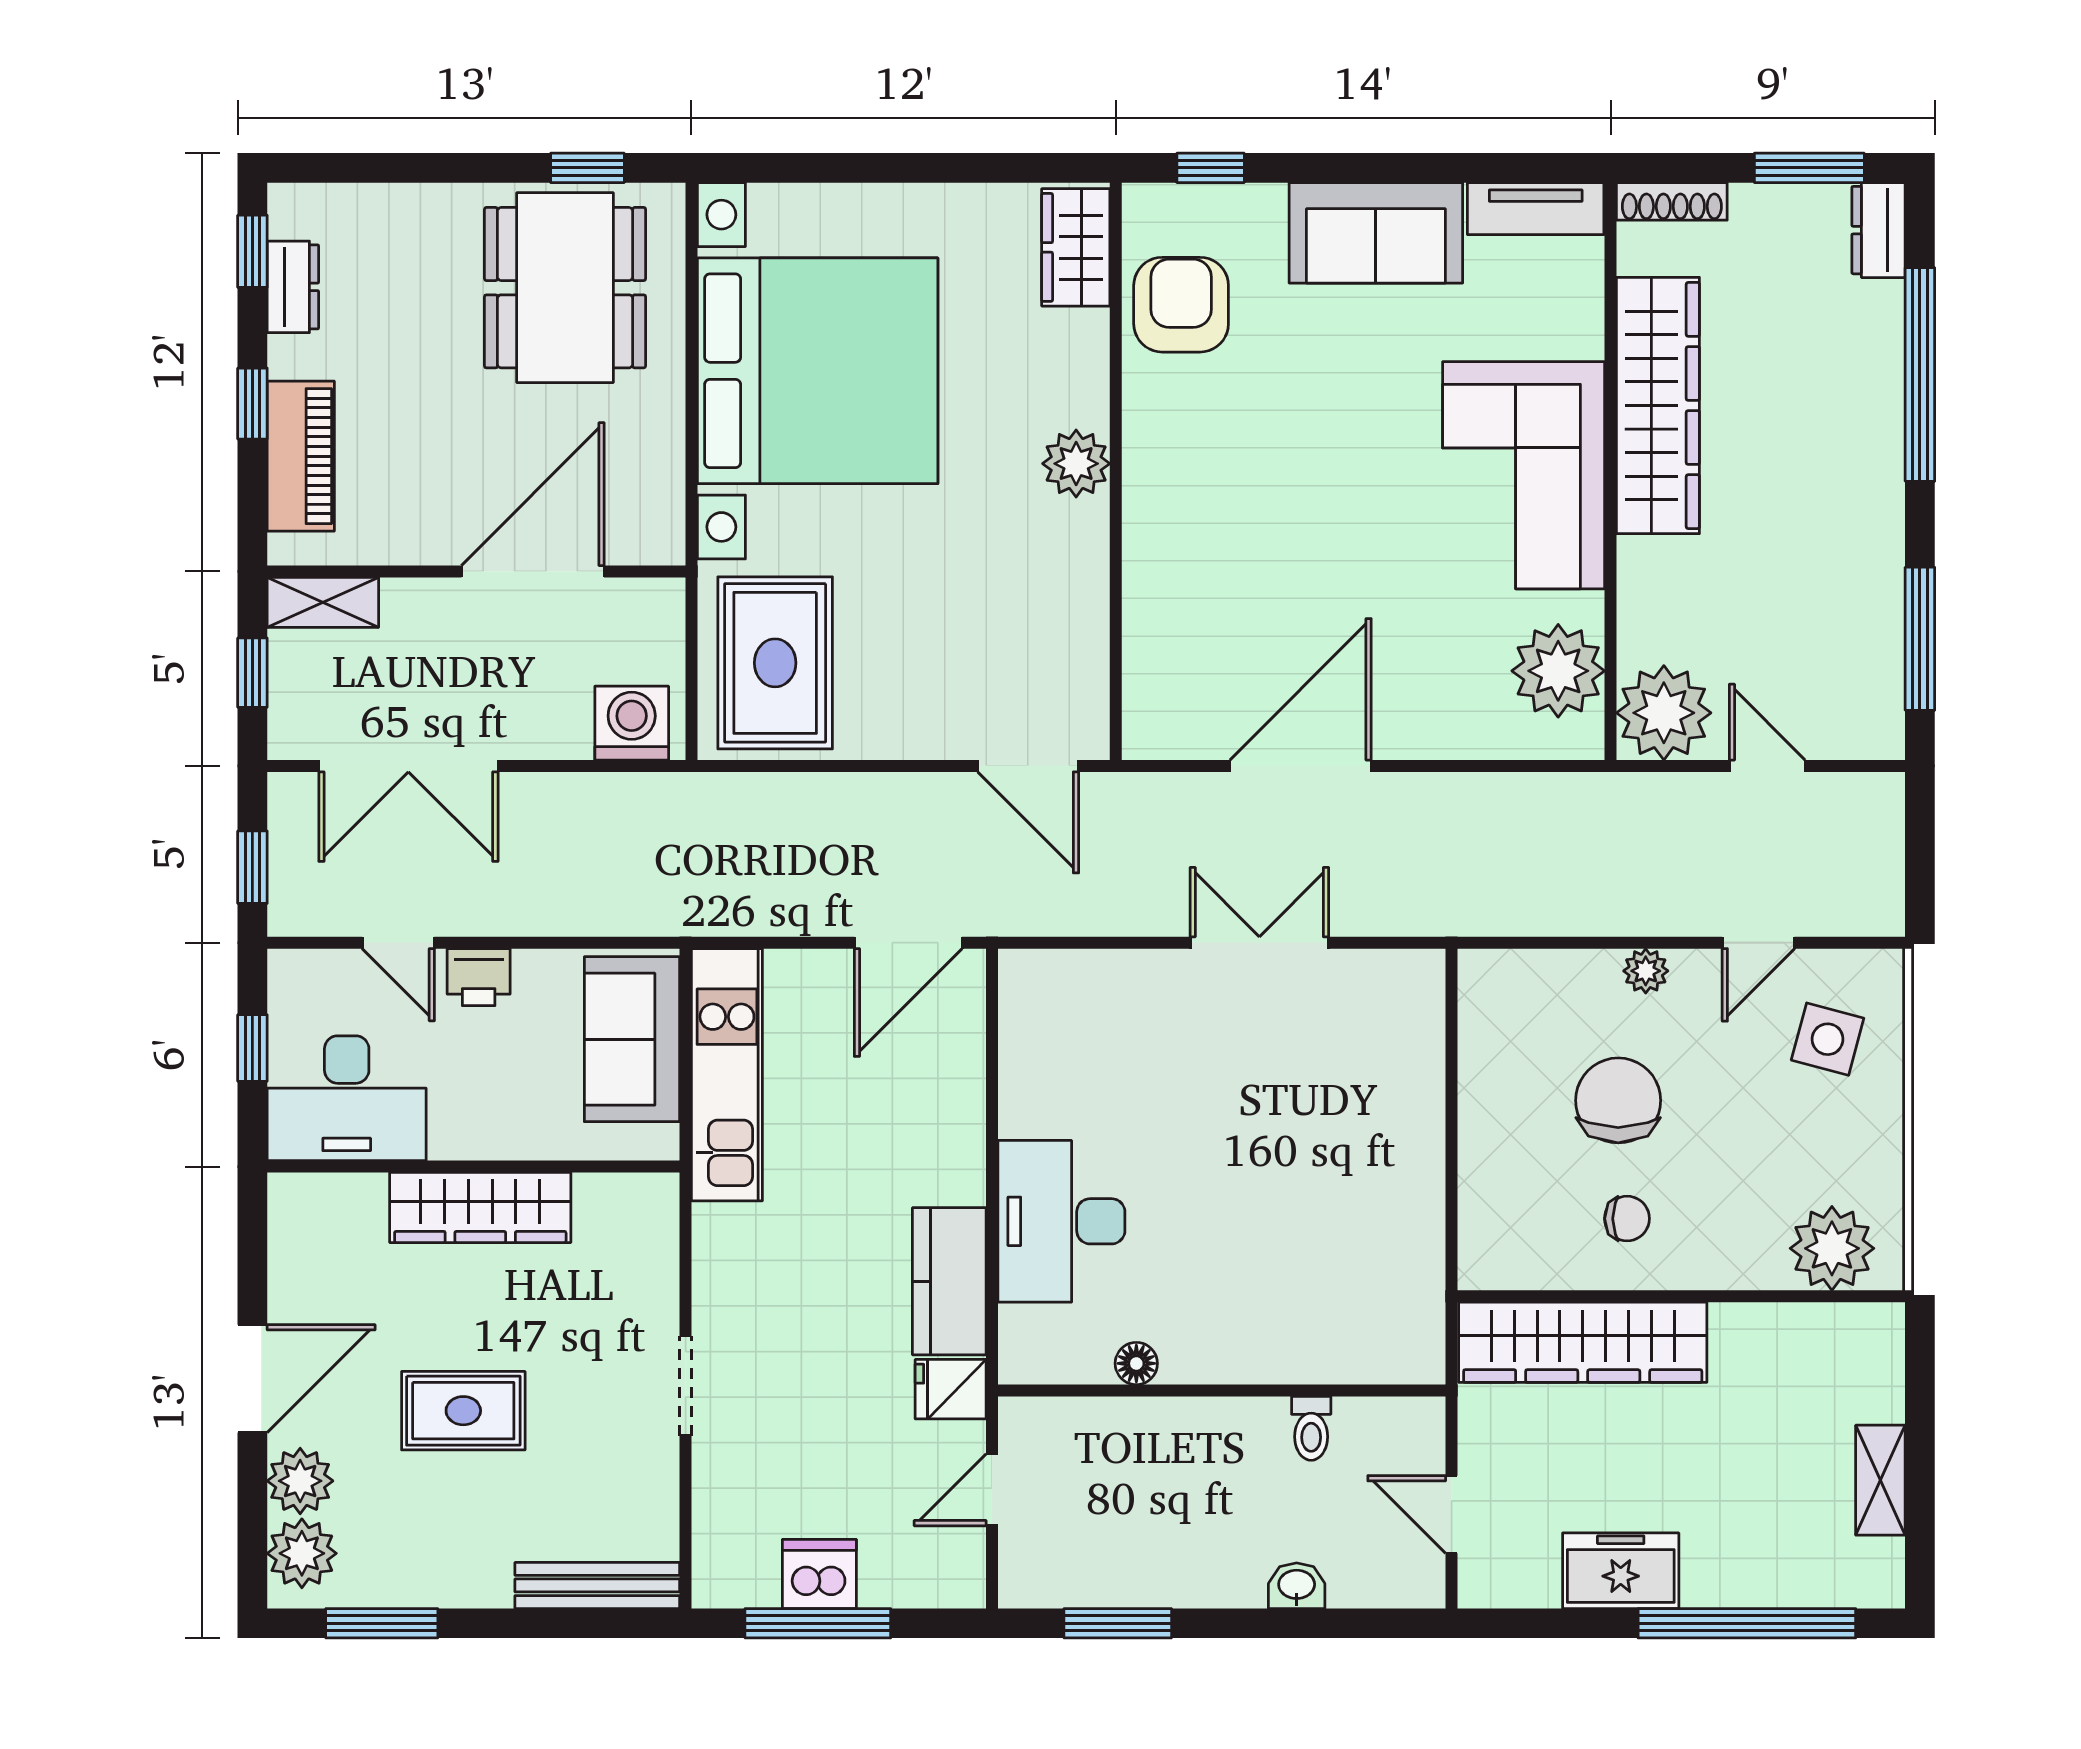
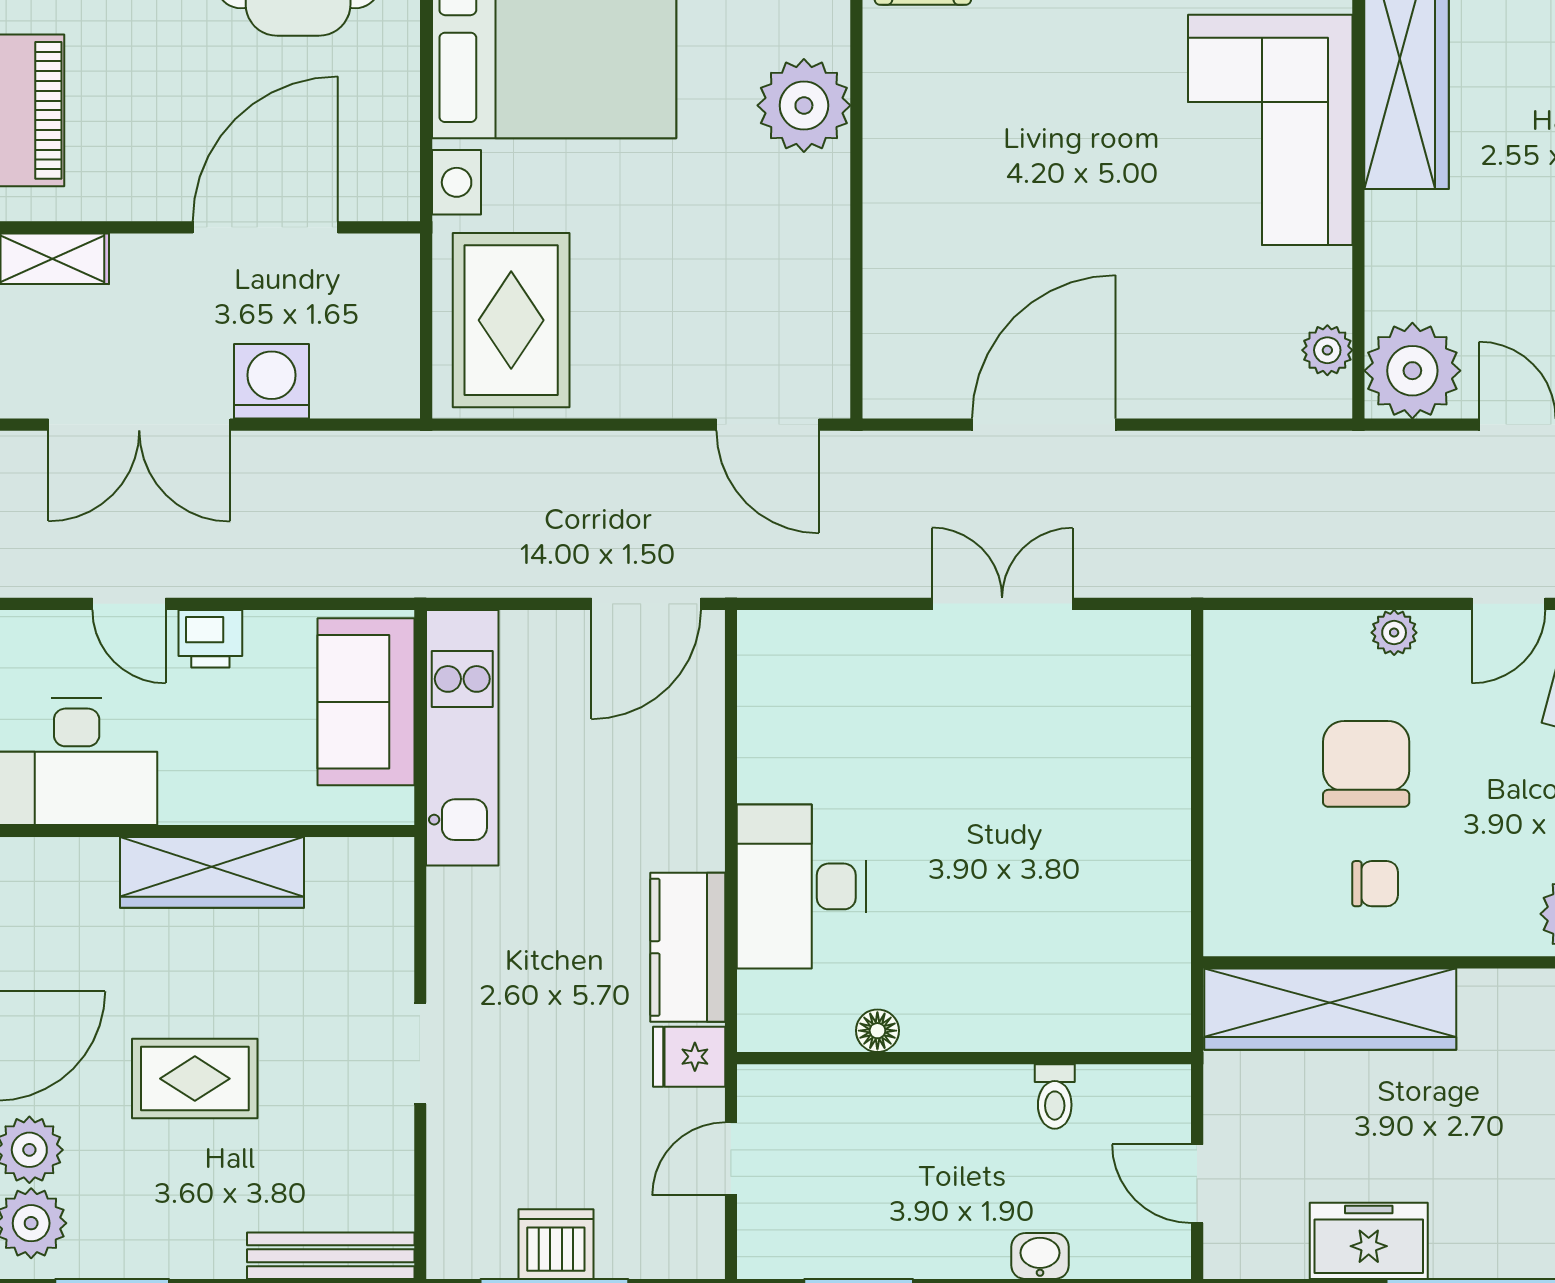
plant: (1076, 464) -> (804, 105), width x1.36, depth x1.36
plant: (1558, 671) -> (1327, 350), width x0.53, depth x0.53
washing machine: (632, 723) -> (272, 381), moved

